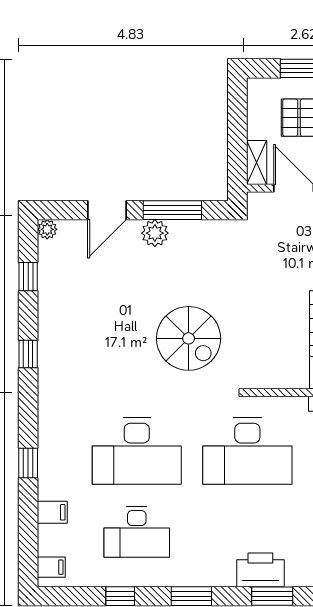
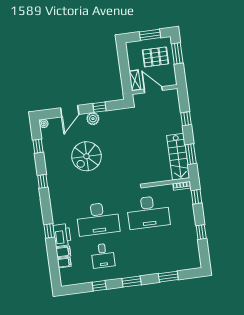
window: (172, 210) -> (99, 107), width x0.46
spiral stairs: (189, 338) -> (86, 156), moved, turned 90
desk: (137, 532) -> (103, 256), width x0.73
filing cabinet: (51, 567) -> (64, 263), moved
printer: (260, 570) -> (62, 235), moved, turned 90

